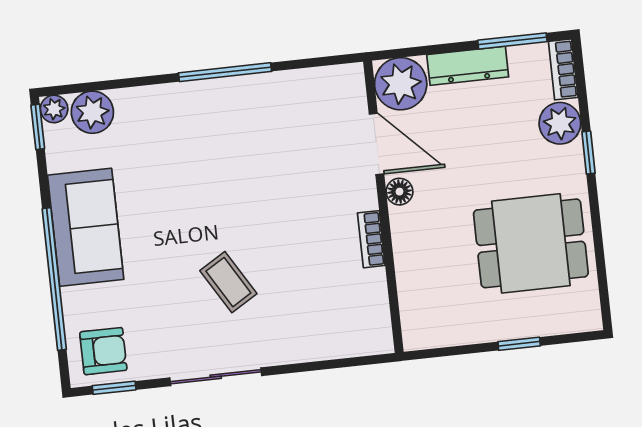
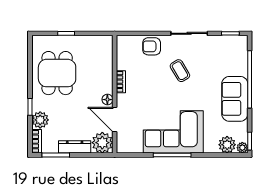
corner sofa: (229, 129) -> (173, 132), added
dining table: (531, 243) -> (57, 73), turned 90
armchair: (103, 351) -> (152, 46), moved

